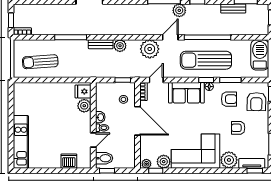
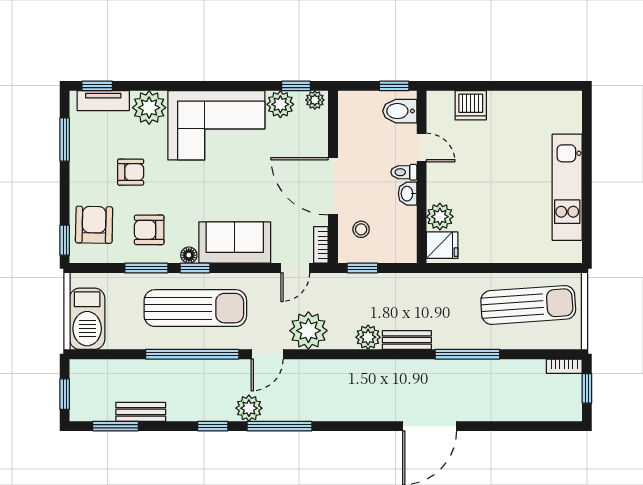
sun lounger: (40, 62) -> (528, 305), width x1.36, depth x1.34
door: (93, 140) -> (422, 147), swing flipped
kitchen unit: (21, 142) -> (567, 187), moved

